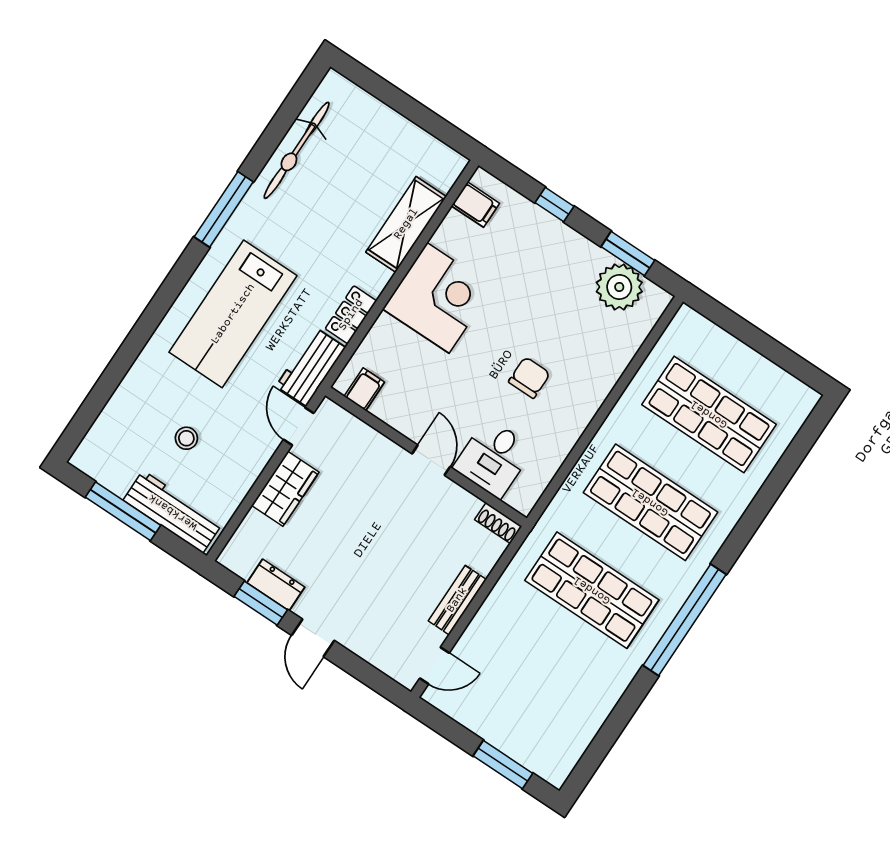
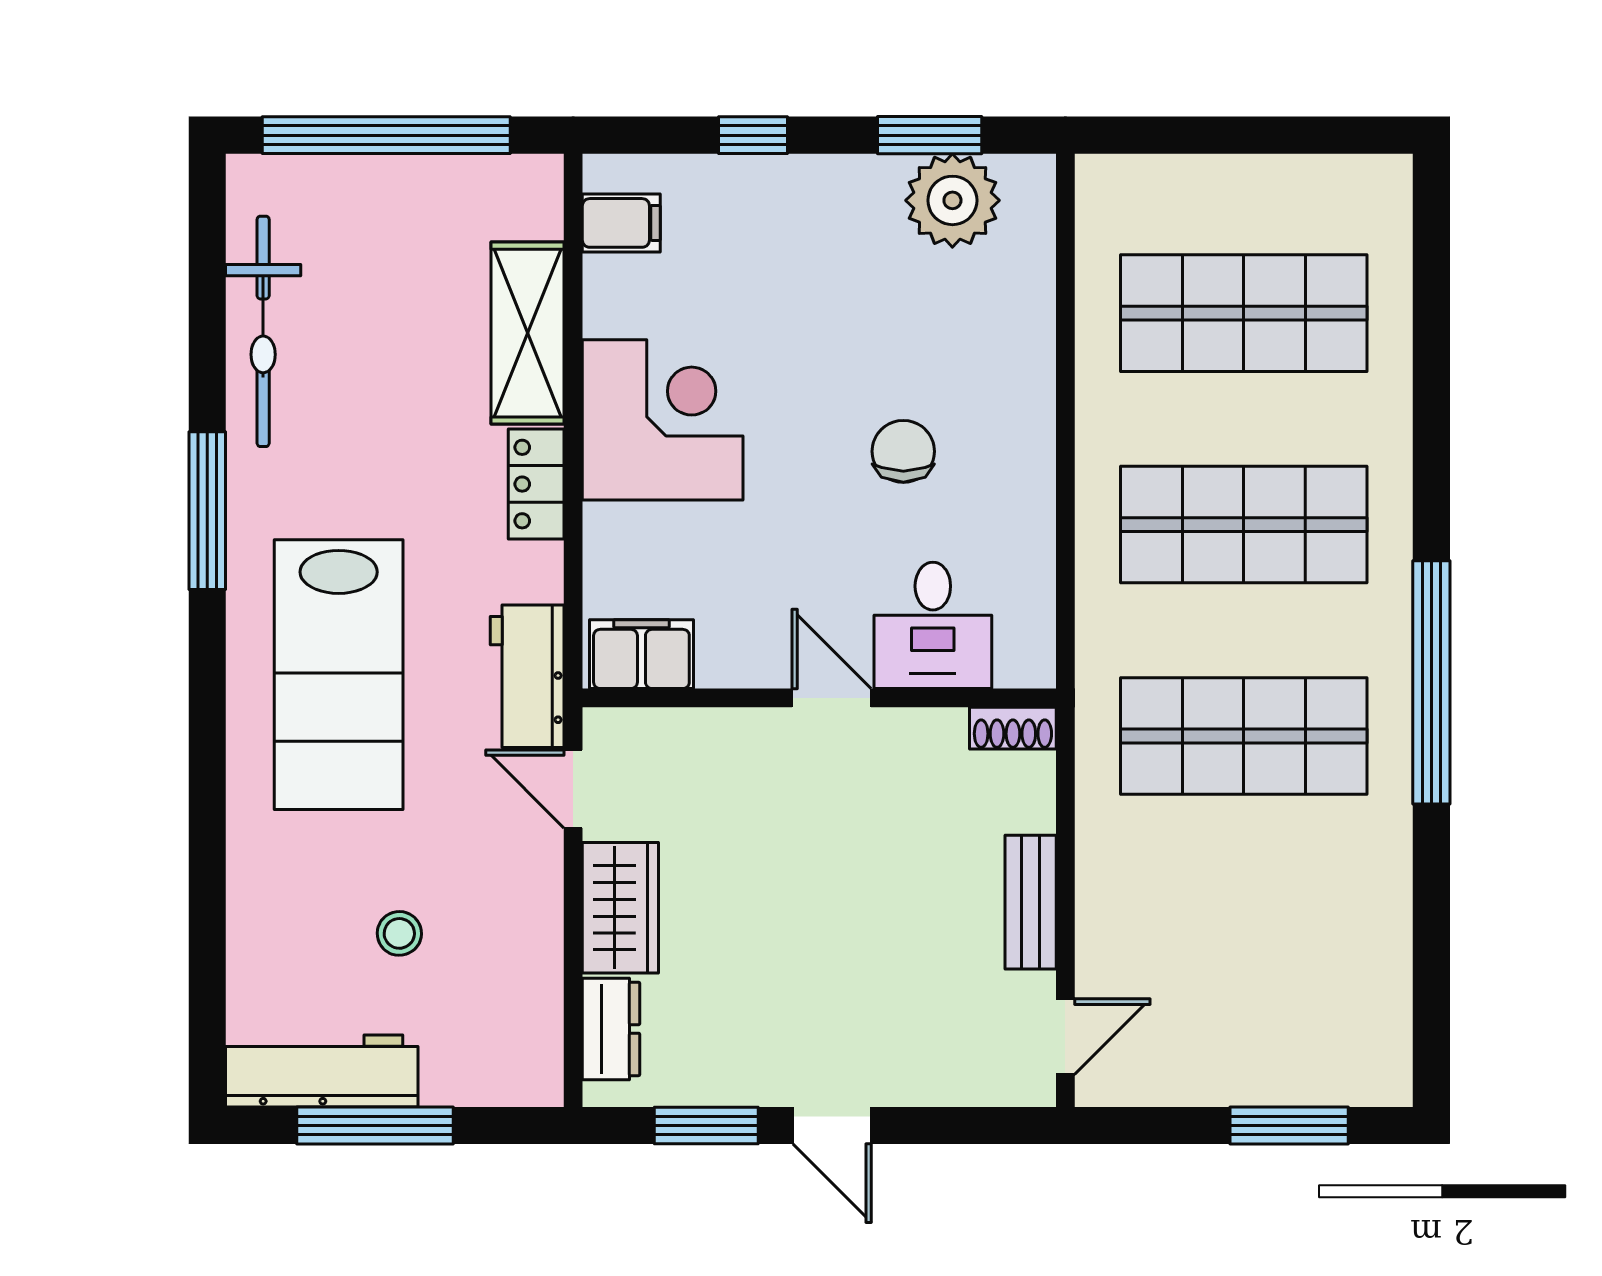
window: (402, 103) -> (386, 135), added
locker: (351, 315) -> (536, 484), moved
filing cabinet: (364, 389) -> (641, 654), width x2.00
workbench: (173, 512) -> (322, 1071), moved
dresser: (276, 585) -> (611, 1029), moved, turned 90

